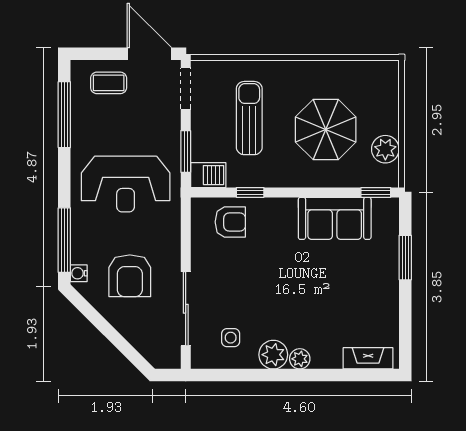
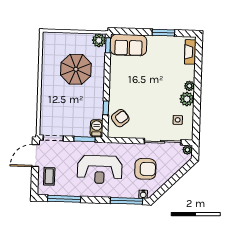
sun lounger: (249, 118) -> (69, 107), removed
plant: (385, 149) -> (99, 40), moved
reception desk: (126, 184) -> (100, 170), turned 90
sofa: (335, 218) -> (128, 45), moved, turned 90
armchair: (230, 222) -> (120, 118), turned 51
window: (405, 258) -> (163, 33), moved
plant: (171, 359) -> (187, 150), added

